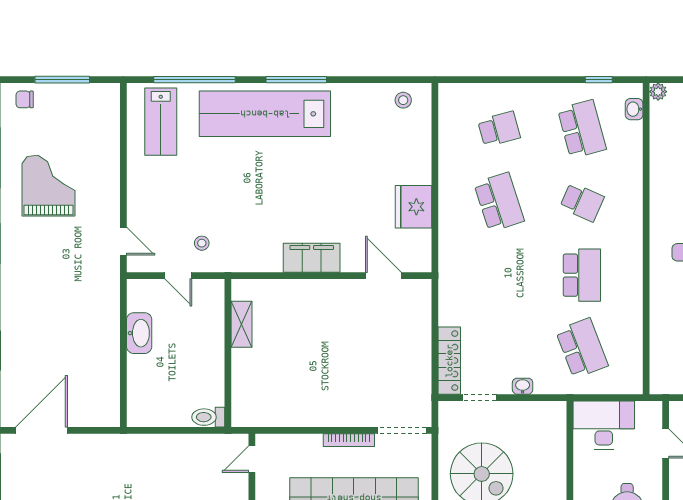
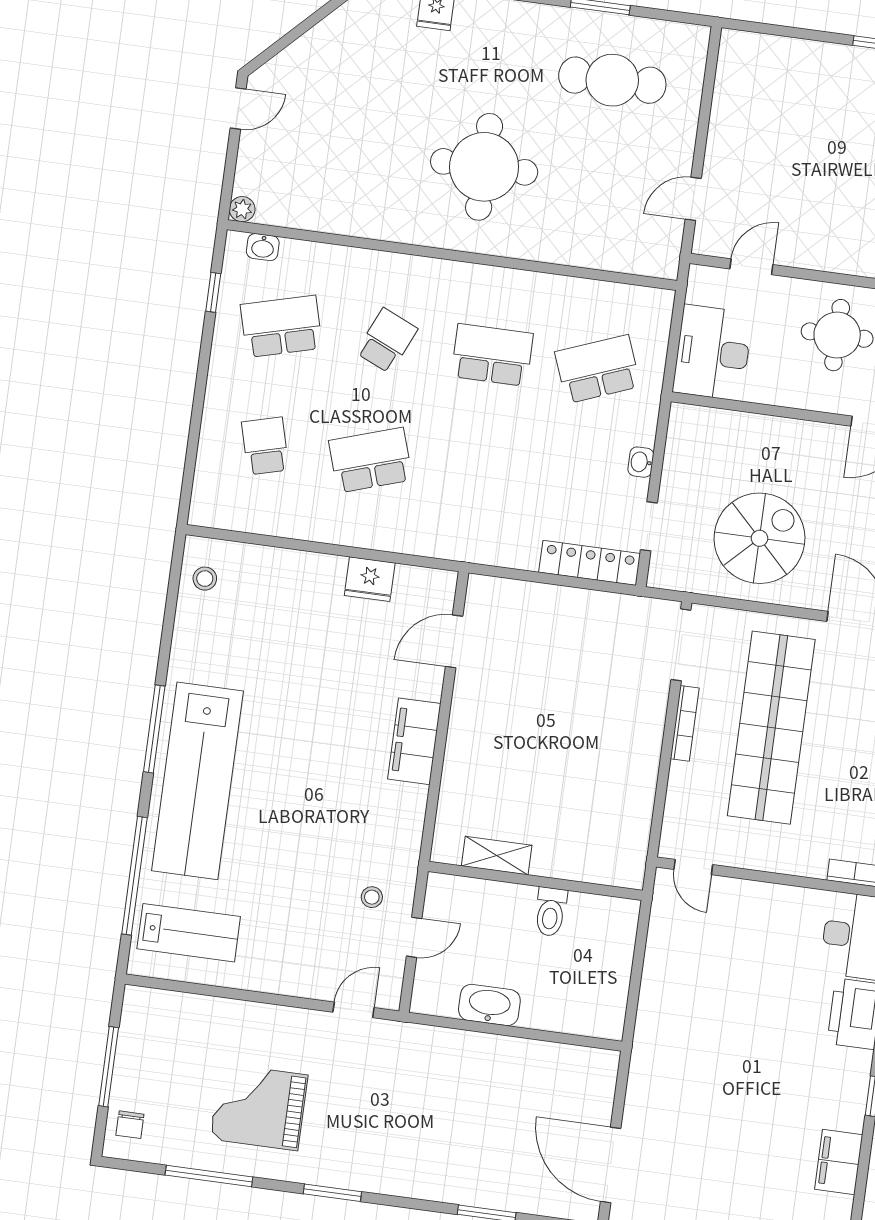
fridge: (413, 207) -> (370, 579), width x0.73, depth x0.75
toilet: (208, 417) -> (551, 912), moved

